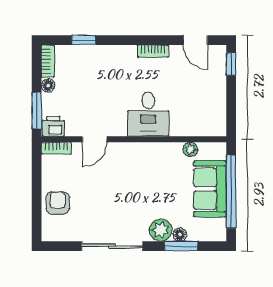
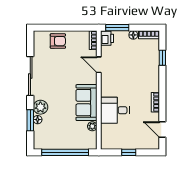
door: (195, 40) -> (162, 130), hinge flipped
window: (231, 64) -> (129, 152), moved
desk: (148, 114) -> (115, 110), moved
sofa: (210, 189) -> (86, 103), moved, turned -90

